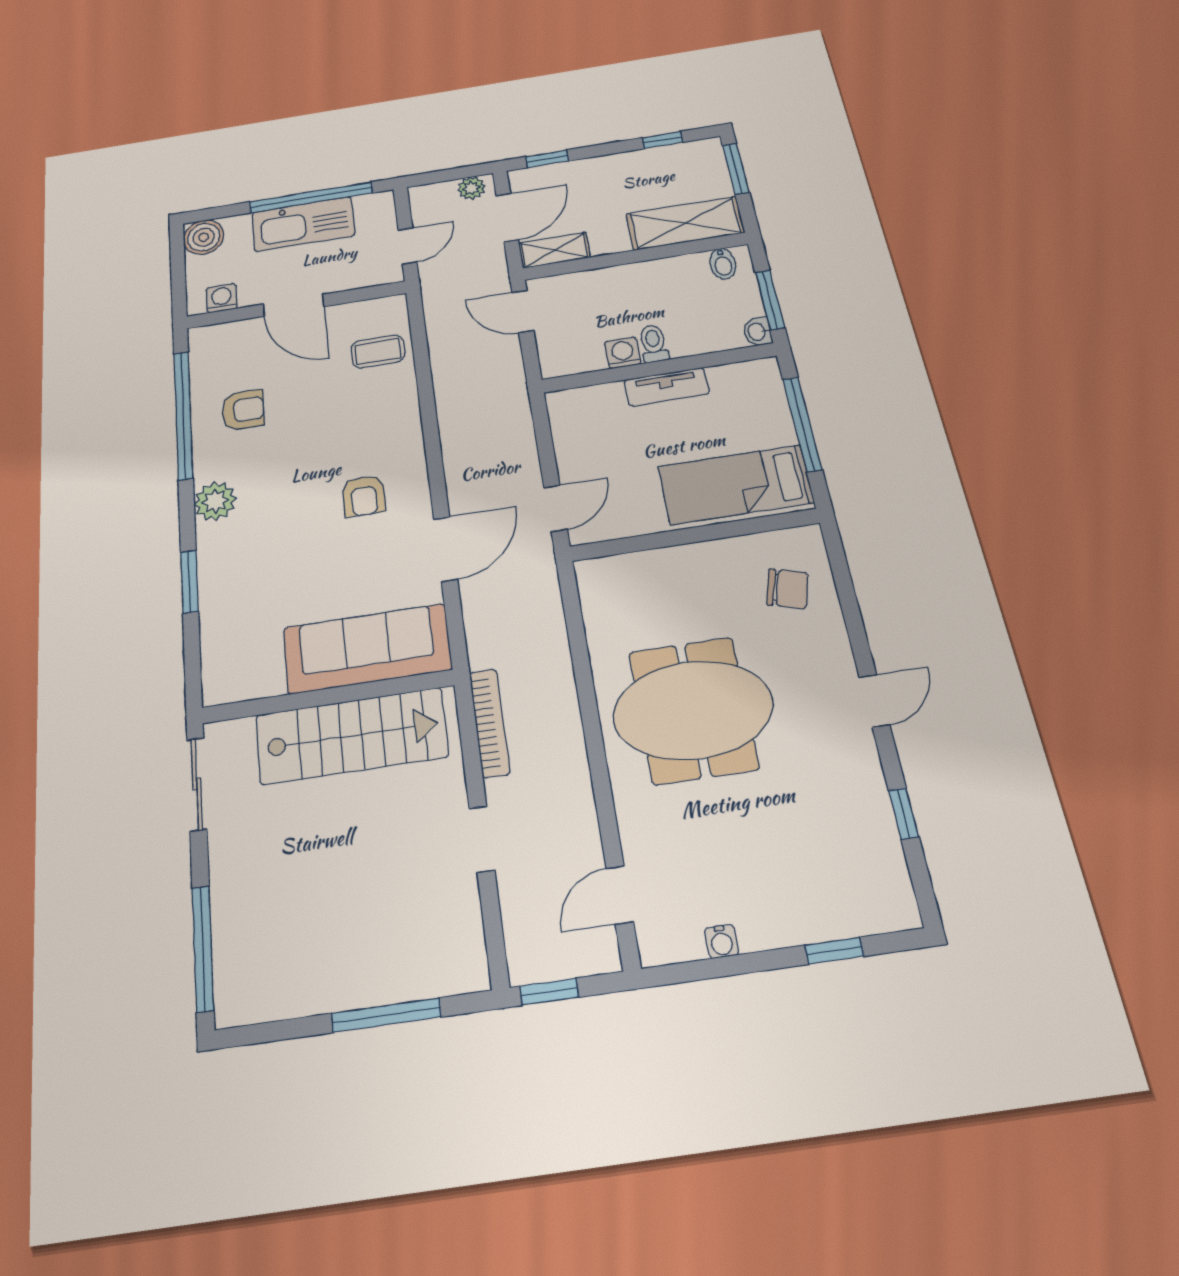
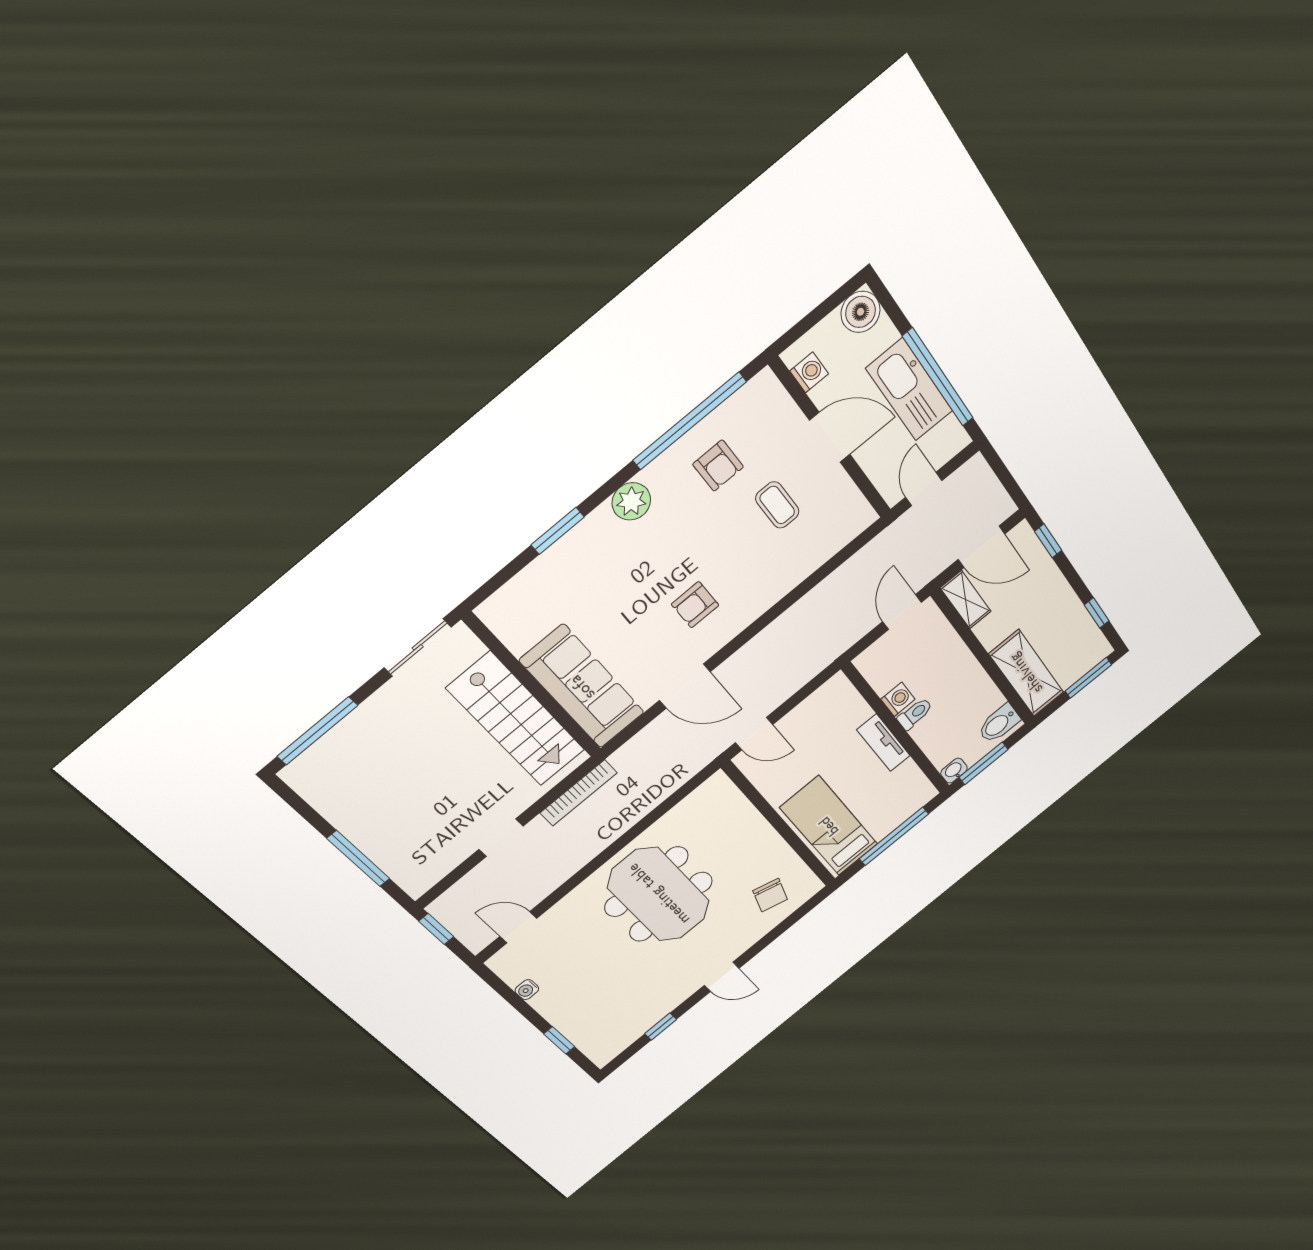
plant: (471, 188) -> (998, 502), removed
door: (407, 246) -> (924, 489), swing flipped
bidet: (723, 264) -> (999, 724), width x1.38, depth x1.36
door: (294, 305) -> (830, 437), swing flipped
coffee table: (378, 351) -> (777, 505), moved

